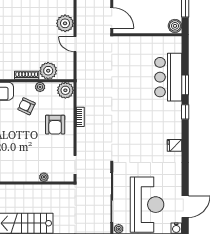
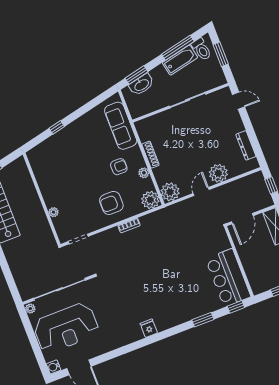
boiler: (175, 26) -> (259, 286), removed
plant: (48, 71) -> (170, 192), moved
bar counter: (168, 77) -> (228, 278), moved, turned -90
armchair: (27, 106) -> (119, 167), turned 65
window: (185, 112) -> (236, 307), moved
fridge: (175, 145) -> (149, 328), moved

